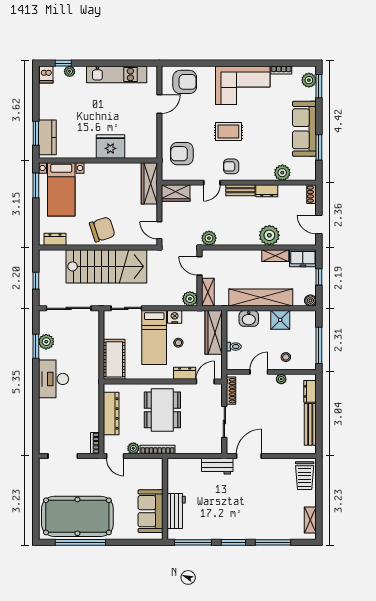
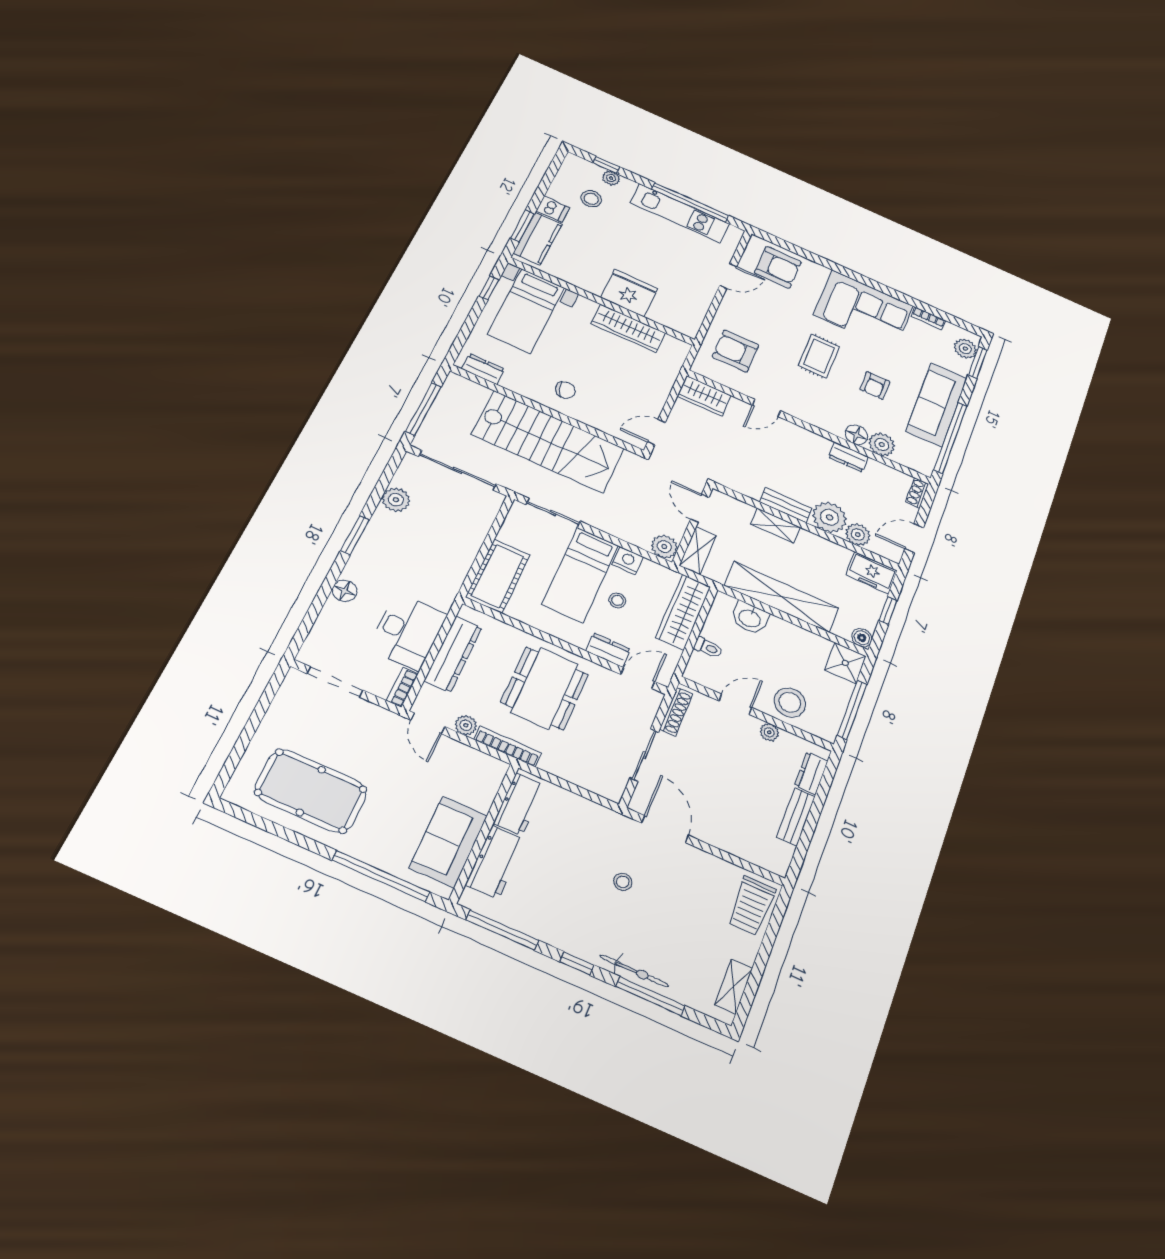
window: (119, 63) -> (690, 202), added
dishwasher: (46, 75) -> (553, 209), moved, turned -90
stool: (65, 93) -> (591, 199), added
rug: (228, 132) -> (819, 356), turned 90
window: (319, 147) -> (950, 438), width x2.11
armchair: (231, 166) -> (875, 385), moved, turned -90
floor lamp: (266, 174) -> (856, 435), added
wardrobe: (149, 183) -> (628, 328), moved, turned -90
window: (36, 185) -> (489, 288), width x0.67
bench: (240, 190) -> (786, 505), moved
door: (319, 225) -> (914, 538), hinge flipped
chair: (102, 229) -> (565, 390), width x0.54, depth x0.54
door: (159, 230) -> (656, 432), hinge flipped
plant: (209, 238) -> (858, 535), moved
shelving: (275, 256) -> (775, 526), moved
window: (36, 281) -> (423, 409), width x2.17
shower: (280, 320) -> (845, 663), moved
window: (36, 346) -> (355, 535), moved
stool: (286, 357) -> (790, 702), width x1.89, depth x1.89
desk: (54, 379) -> (408, 631), moved, turned 180
floor lamp: (45, 405) -> (345, 591), added
bench: (310, 424) -> (796, 817), width x0.73
door: (249, 456) -> (665, 829), hinge flipped
workbench: (217, 466) -> (519, 804), moved, turned -90
stool: (239, 493) -> (623, 882), added
pool table: (77, 516) -> (311, 791), width x0.73, depth x0.76
bicycle: (261, 534) -> (634, 971), added
window: (80, 542) -> (381, 876), moved
window: (233, 542) -> (577, 963), width x0.67

